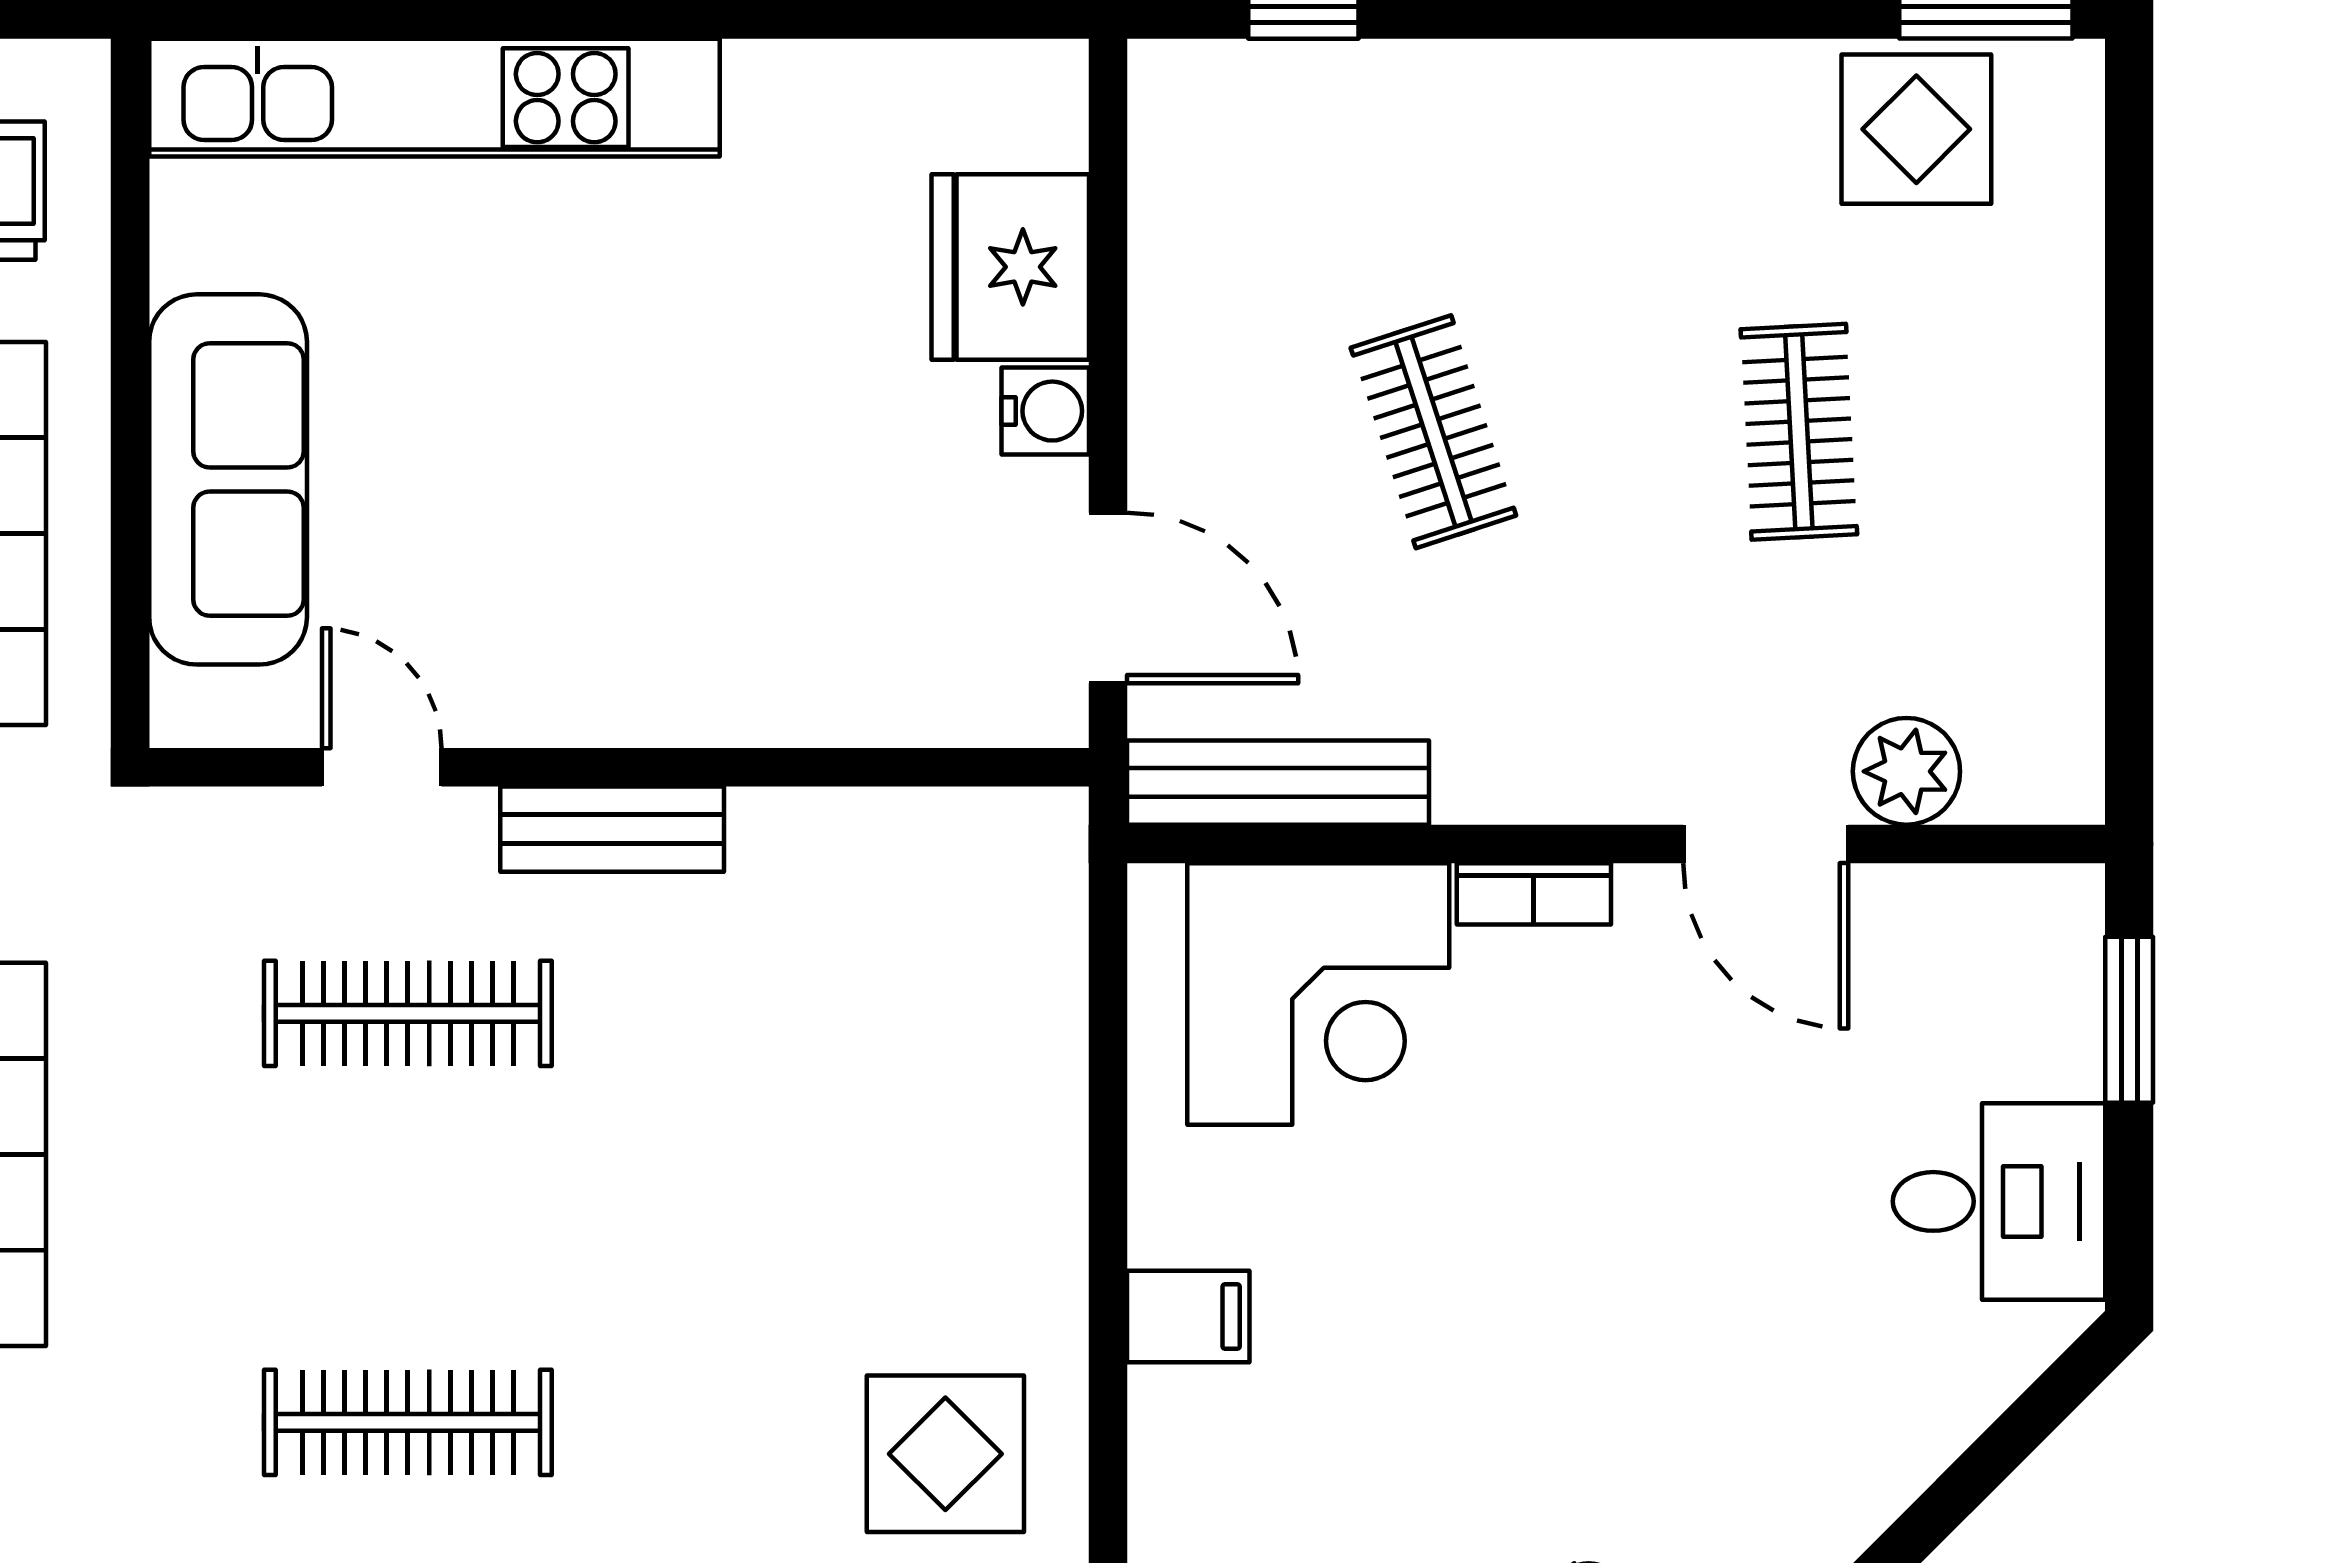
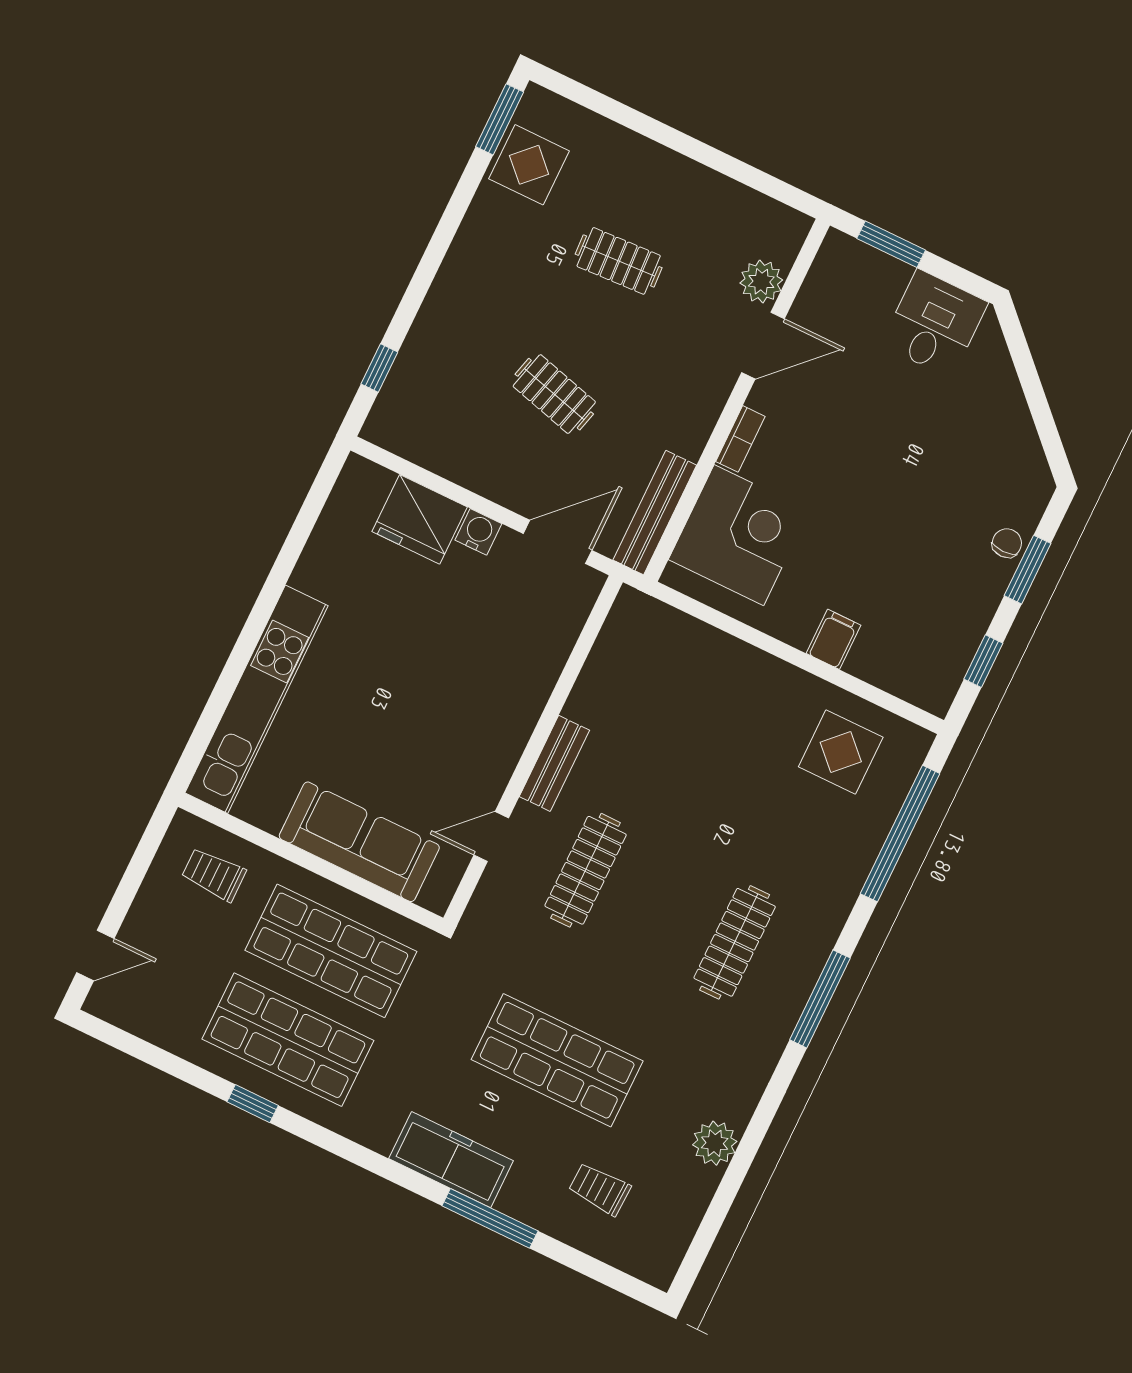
clothes rail: (1433, 432) -> (554, 394), turned 33

